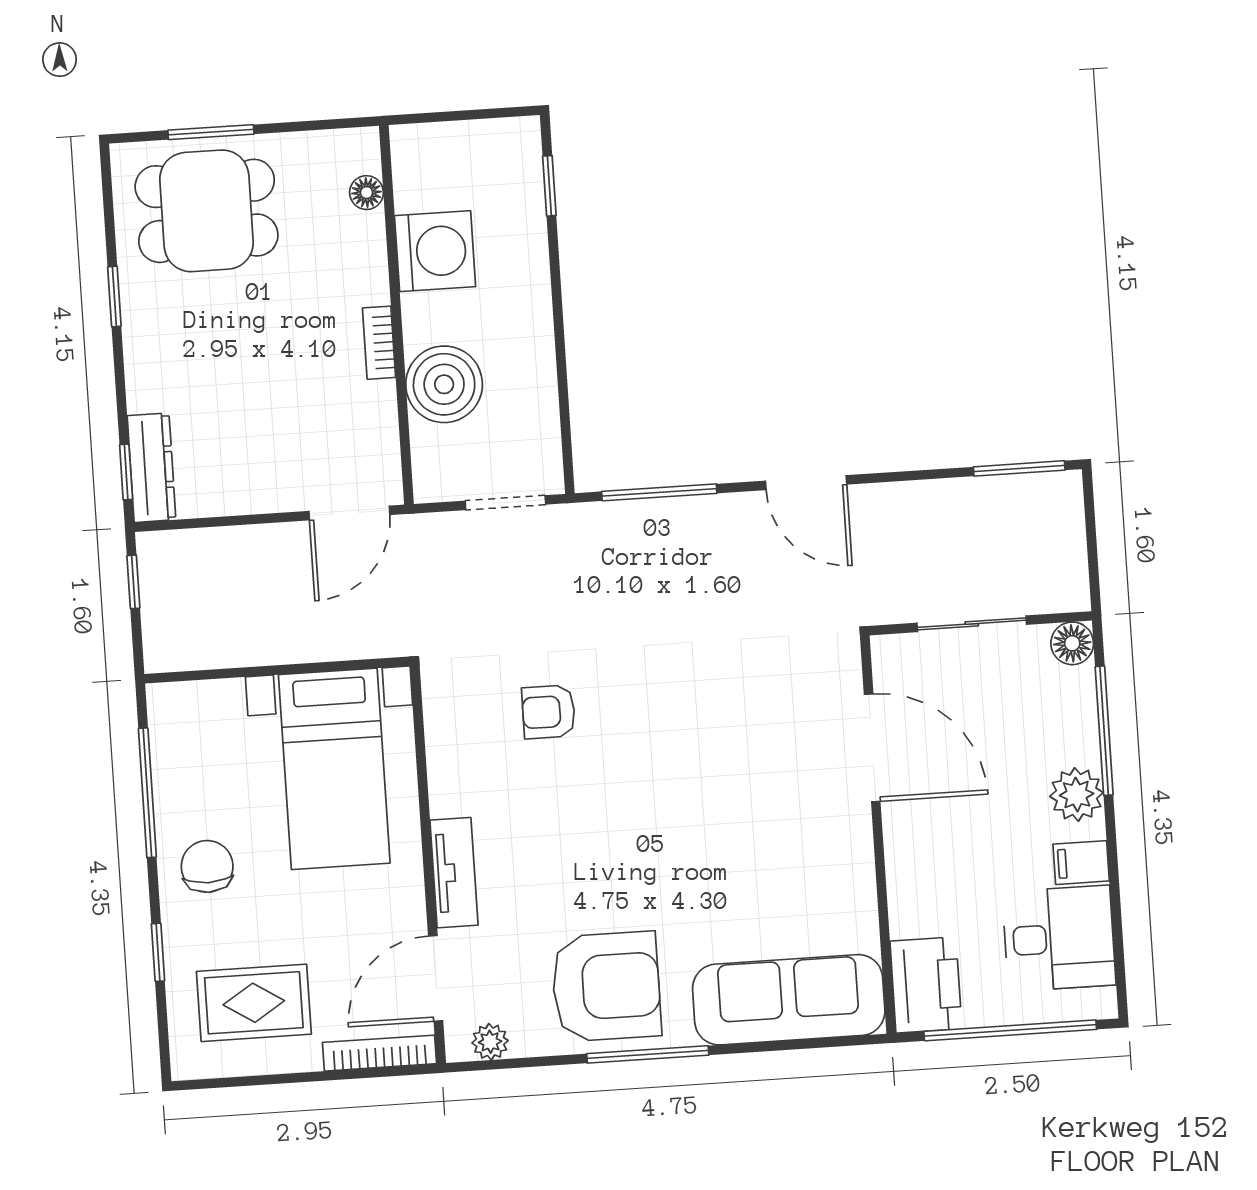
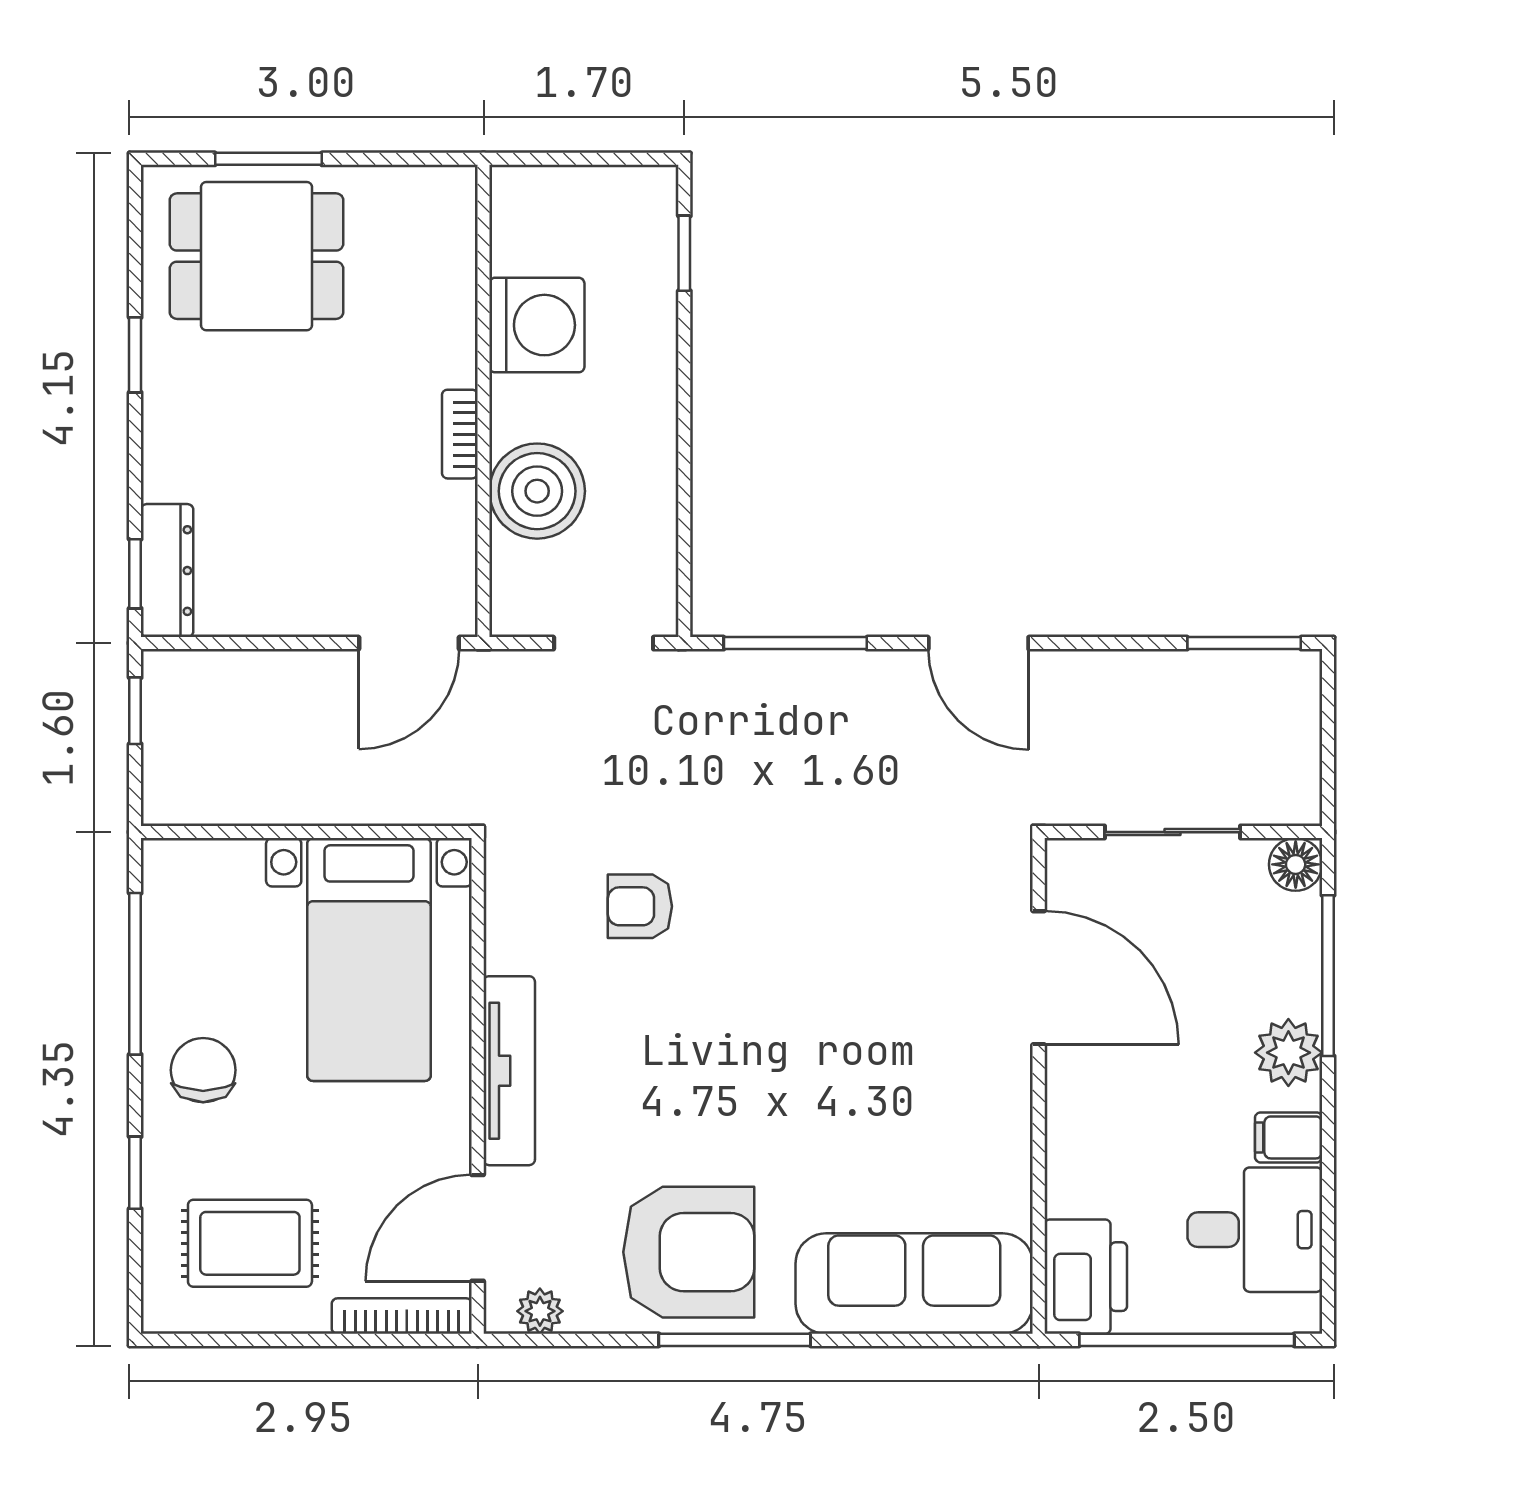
floor lamp: (367, 193) -> (457, 247), removed
tv unit: (454, 873) -> (509, 1071), width x1.41

